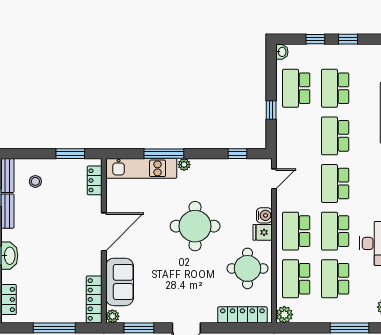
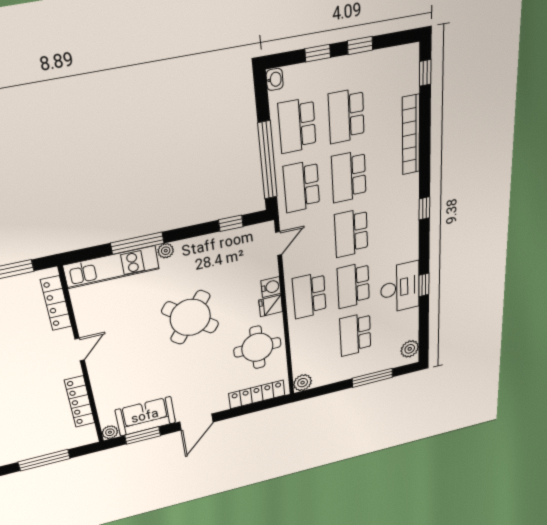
window: (271, 110) -> (267, 160), width x3.17
locker: (95, 180) -> (56, 303), width x1.53
round table: (195, 226) -> (190, 317), turned 37
door: (104, 232) -> (80, 349), width x0.53
school desk: (296, 279) -> (302, 186), moved
sofa: (120, 282) -> (145, 416), moved, turned -90
locker: (94, 299) -> (80, 402), moved

